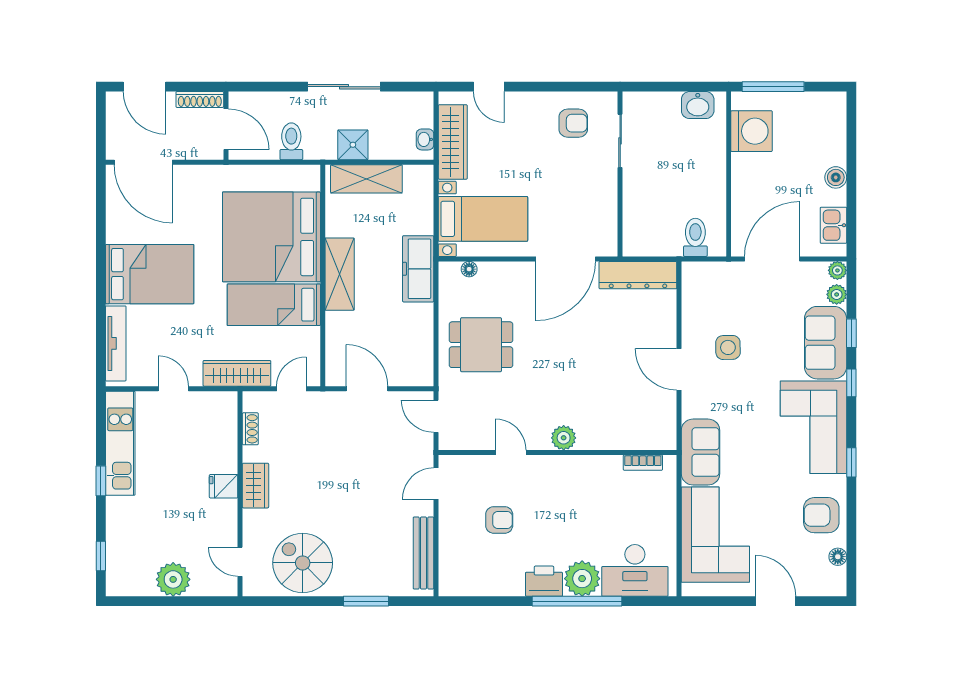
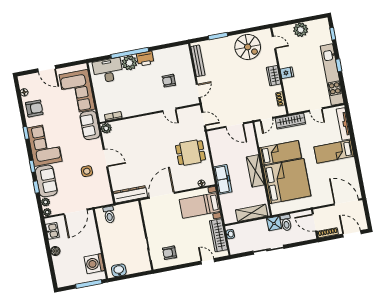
shower: (353, 145) -> (274, 223), moved
bed: (150, 274) -> (334, 152), width x0.67
plant: (564, 438) -> (106, 128), moved
kitchen unit: (120, 443) -> (332, 75), width x1.36

